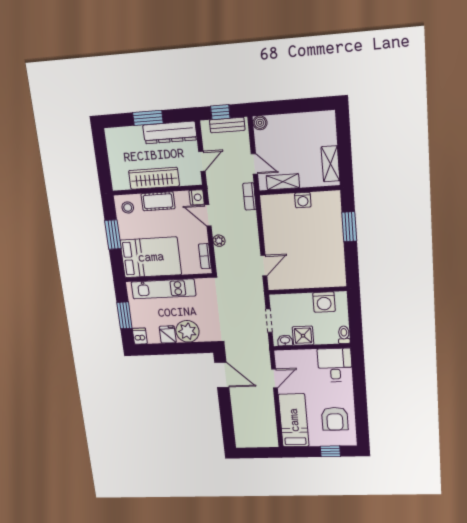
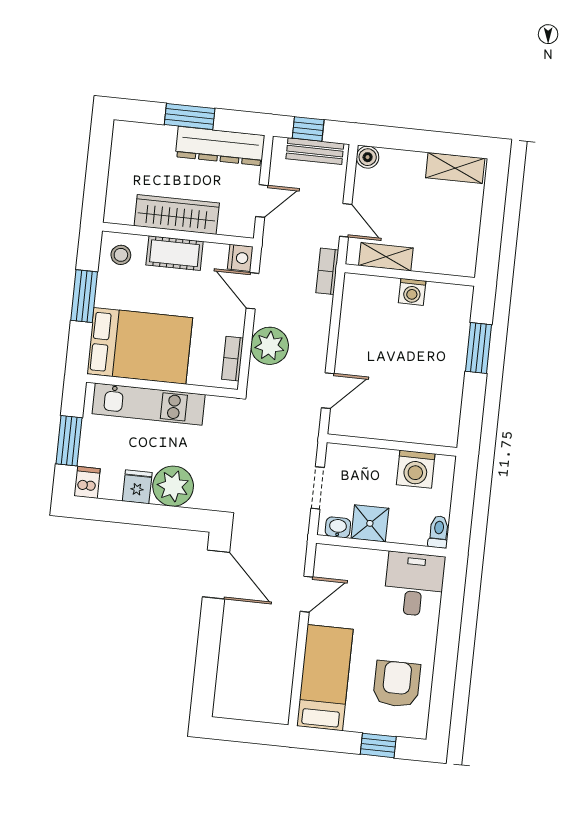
shelving: (330, 164) -> (455, 168), moved, turned 90
plant: (219, 241) -> (270, 346), width x1.88, depth x1.88
armchair: (335, 419) -> (397, 684), turned 180

